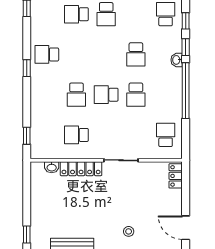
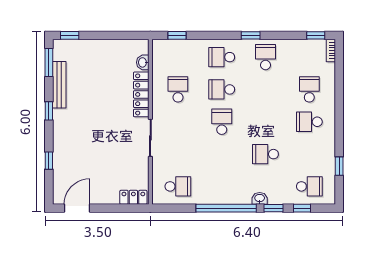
school desk: (136, 95) -> (222, 57), moved
stool: (129, 231) -> (73, 146), removed

